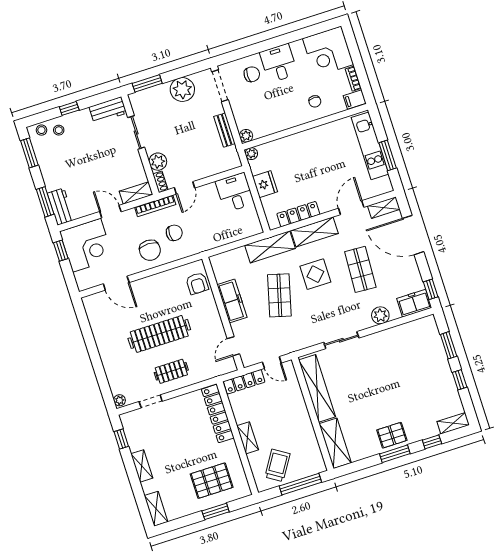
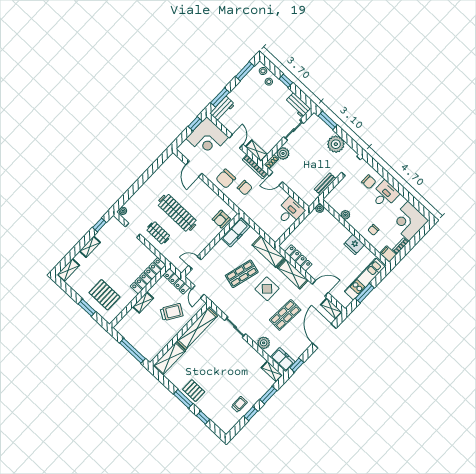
plant: (246, 136) -> (345, 215), moved
fridge: (265, 184) -> (354, 244), moved, turned 90
freezer: (232, 301) -> (235, 232), moved
trolley: (440, 388) -> (239, 404), added
shelving: (453, 423) -> (272, 371), moved
trolley: (277, 465) -> (172, 312), moved

